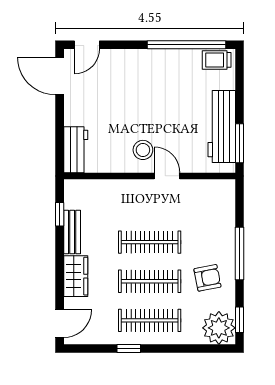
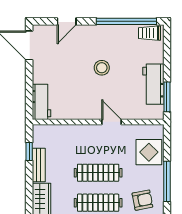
door: (87, 45) -> (67, 21), moved
workbench: (222, 127) -> (153, 84), width x0.73
stool: (143, 150) -> (102, 68), moved
display table: (216, 215) -> (149, 152), added

